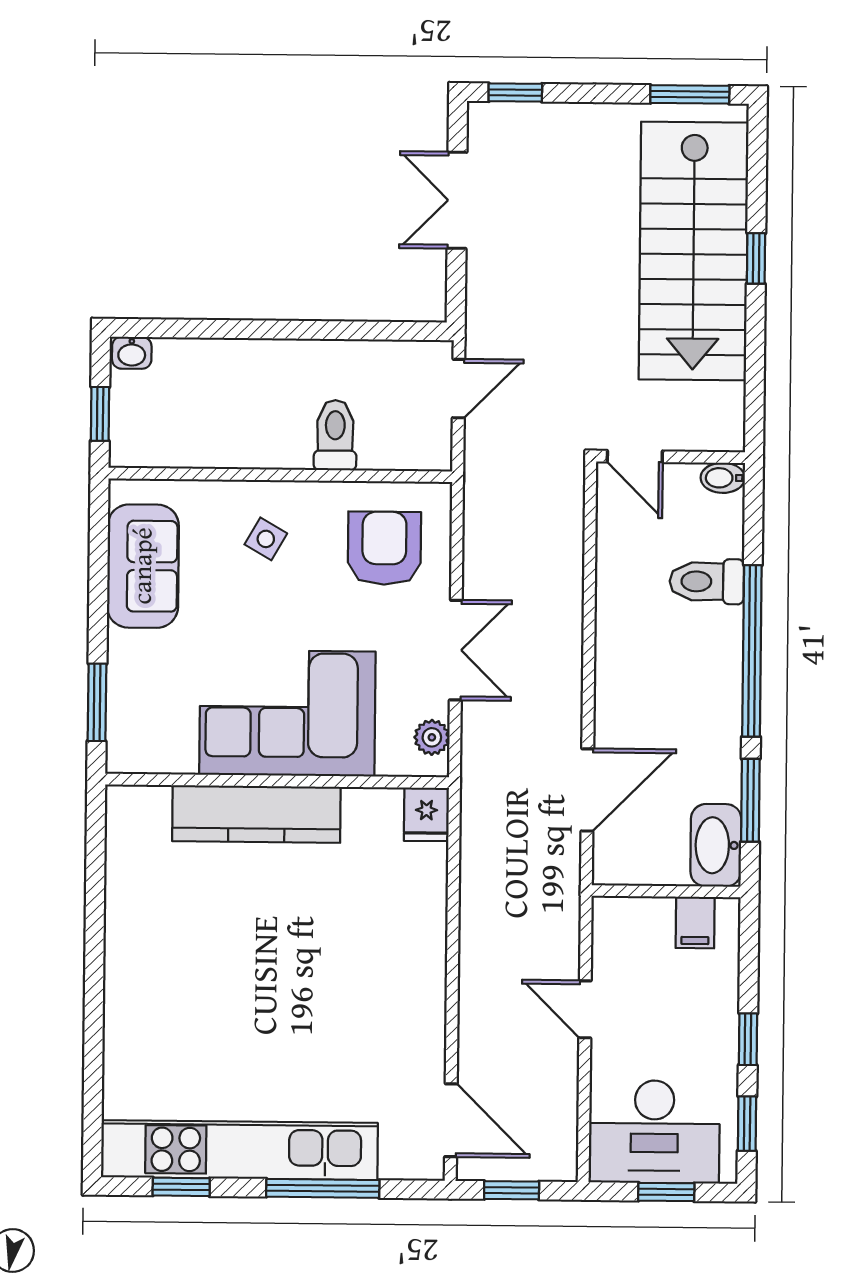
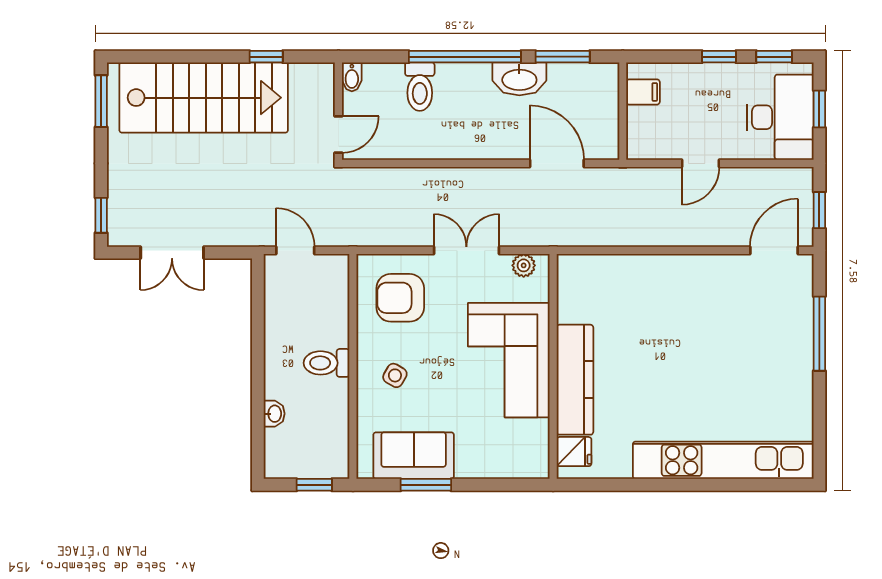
window: (756, 258) -> (266, 57), moved
washbasin: (132, 353) -> (274, 414), moved
toilet: (335, 435) -> (327, 363), moved
window: (97, 702) -> (426, 485), moved
fridge: (426, 814) -> (574, 452), moved
washbasin: (716, 845) -> (519, 79), moved
kitchen unit: (239, 1150) -> (723, 460), moved, turned 90
window: (181, 1187) -> (819, 426), removed

